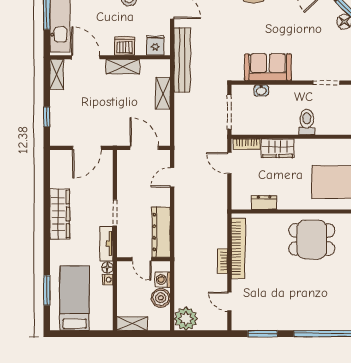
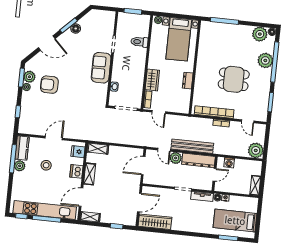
bench: (182, 60) -> (192, 146), moved
sofa: (268, 67) -> (101, 68), moved
shelving: (163, 93) -> (98, 149), moved
toilet: (307, 122) -> (139, 42), moved
door: (87, 148) -> (139, 203), hinge flipped
door: (229, 163) -> (159, 112), hinge flipped
plant: (161, 197) -> (176, 158), added
dresser: (264, 203) -> (188, 81), moved
wardrobe: (60, 214) -> (155, 222), moved
dining table: (312, 240) -> (234, 79), moved, turned 90
boiler: (161, 298) -> (241, 165), removed
door: (229, 302) -> (248, 121), hinge flipped
plant: (326, 319) -> (265, 60), added

